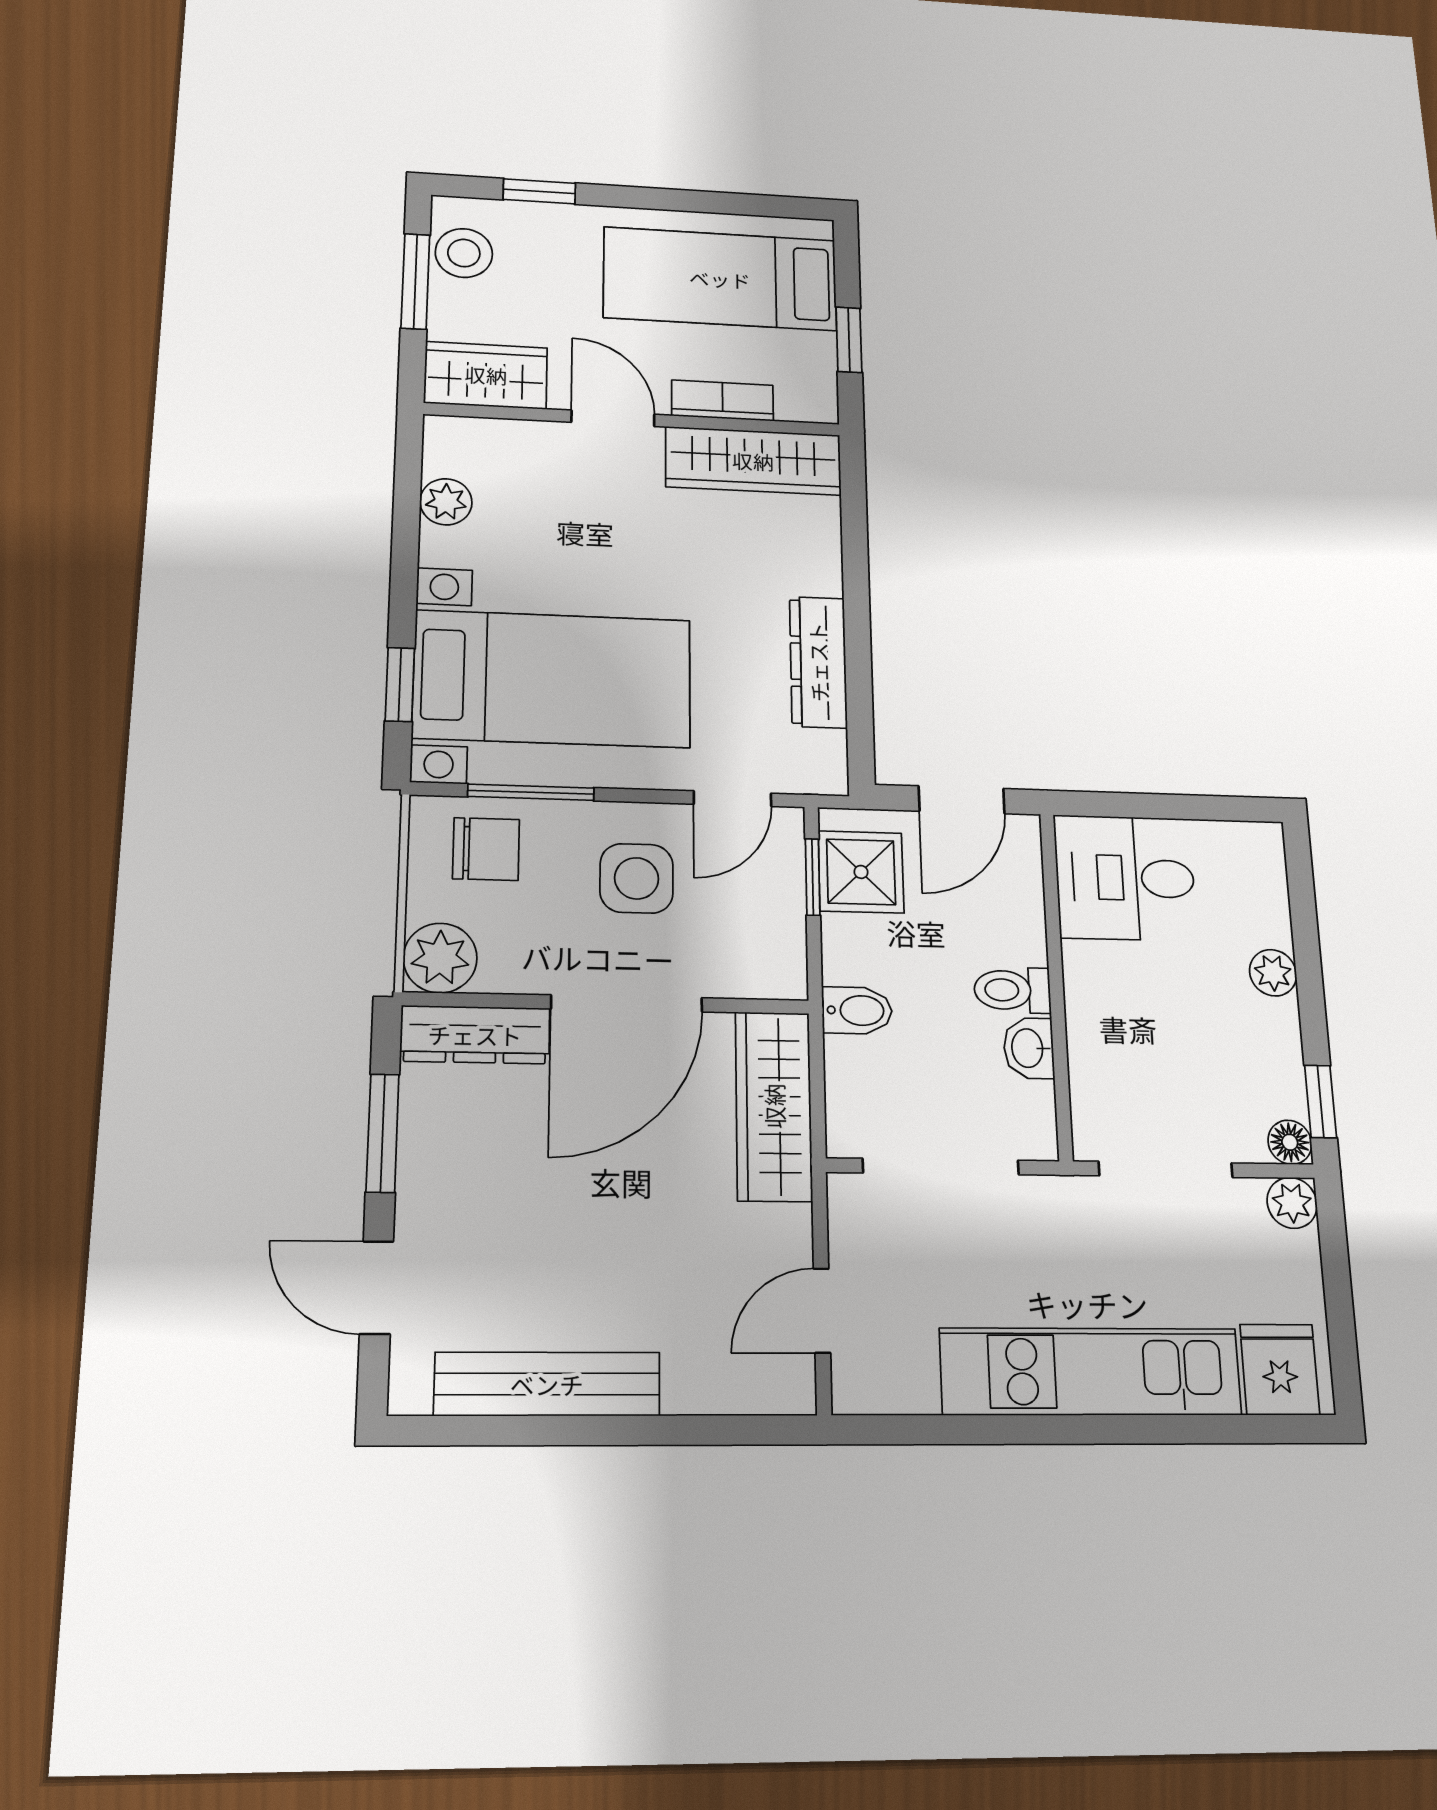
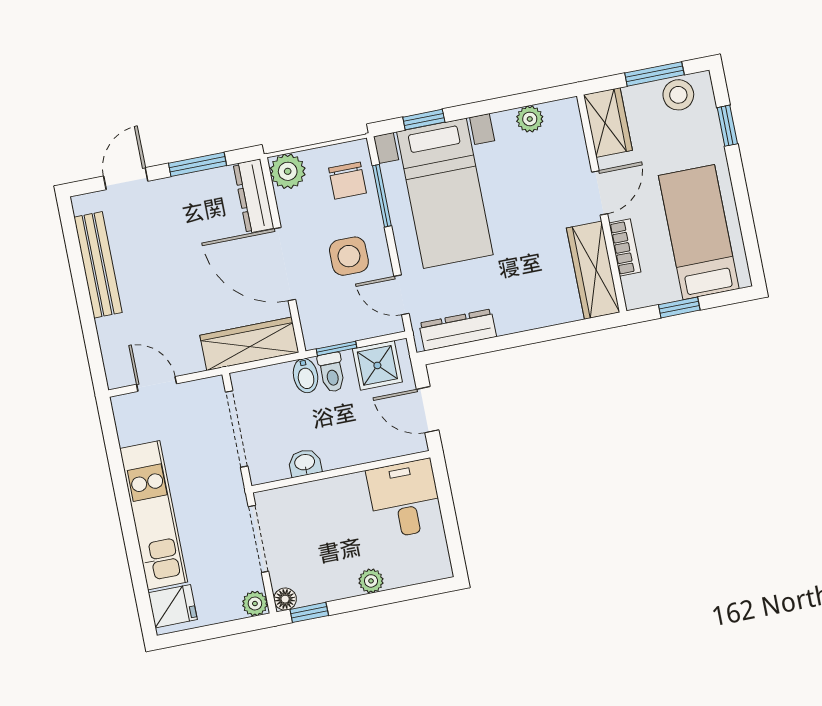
dresser: (818, 662) -> (458, 330), moved
window: (813, 877) -> (337, 348), moved
toilet: (1012, 990) -> (332, 372), moved, turned 180

